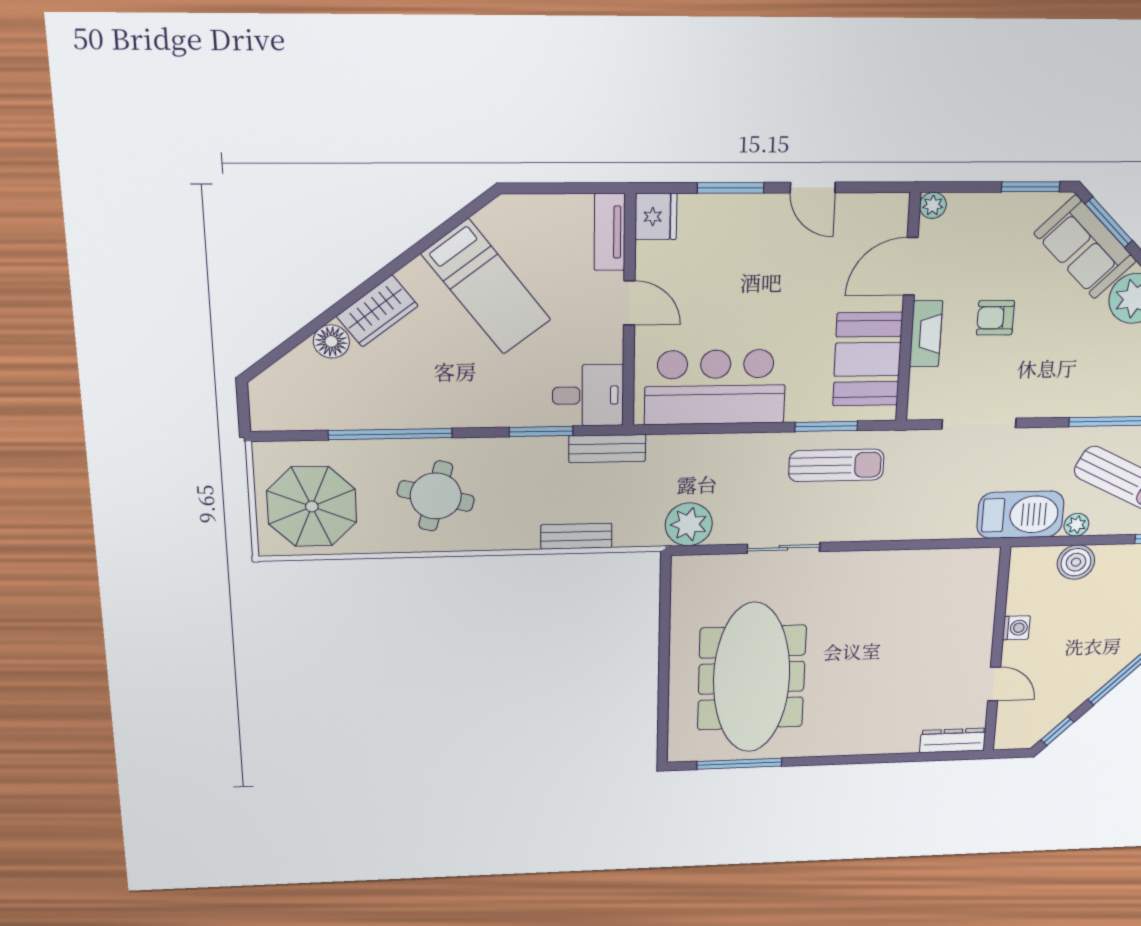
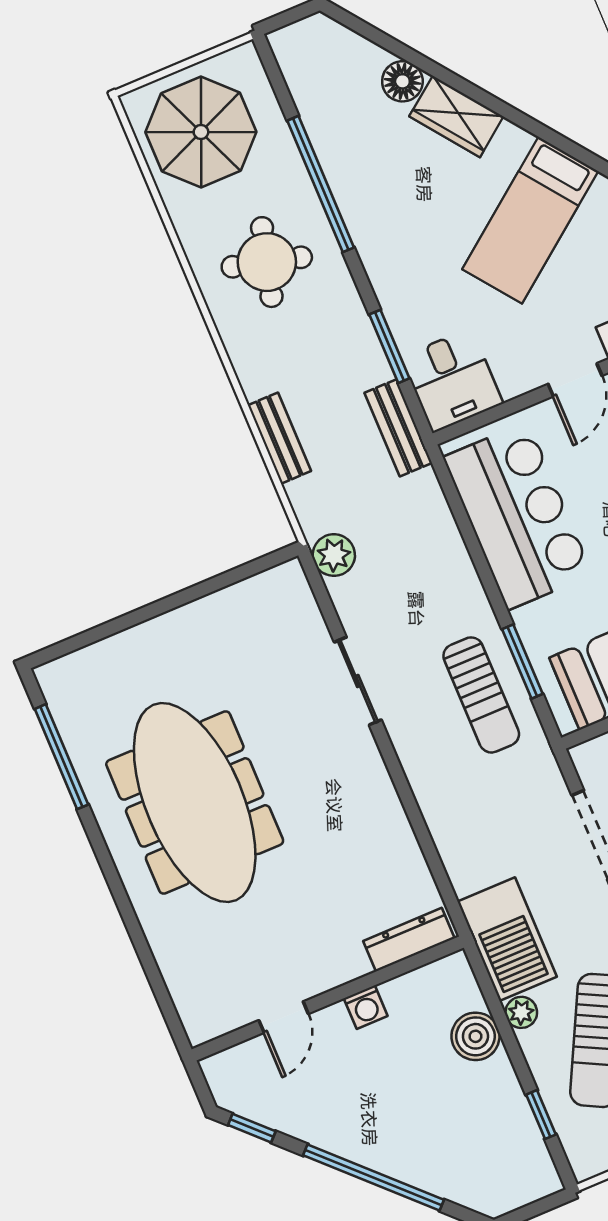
plant: (689, 524) -> (334, 555), width x0.73, depth x0.73
meeting table: (752, 678) -> (195, 802), moved, turned 90
dresser: (953, 740) -> (409, 940), moved, turned -90

